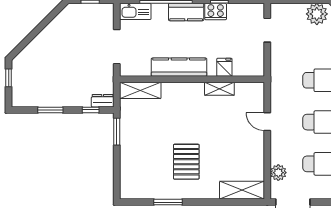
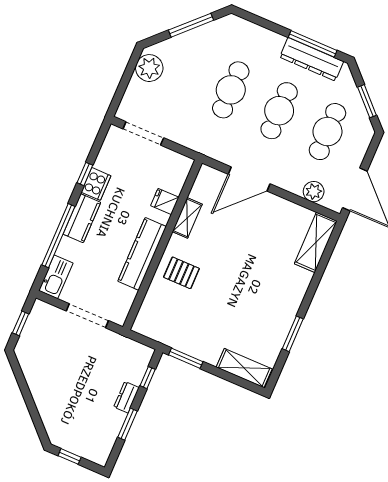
doorway: (267, 30) -> (143, 133), width x1.38
shelving: (140, 90) -> (244, 368), moved, turned 90
dresser: (103, 101) -> (126, 397), moved
door: (267, 122) -> (249, 179), width x1.87
pallet: (186, 162) -> (181, 273), moved, width x0.67, depth x0.71

